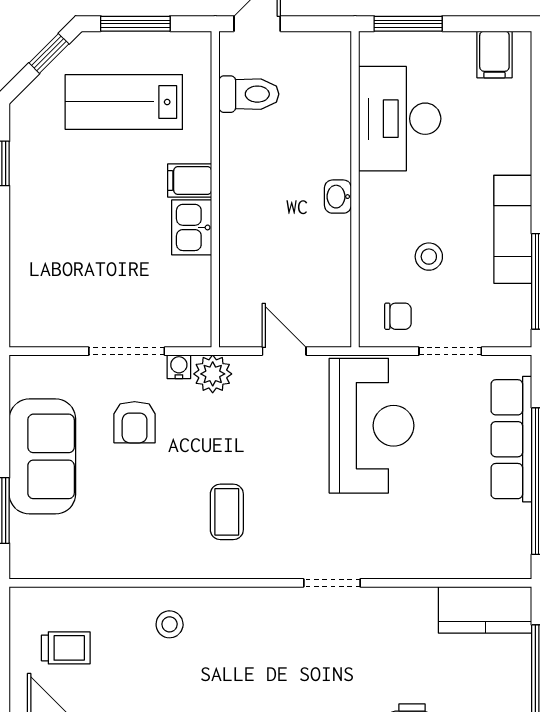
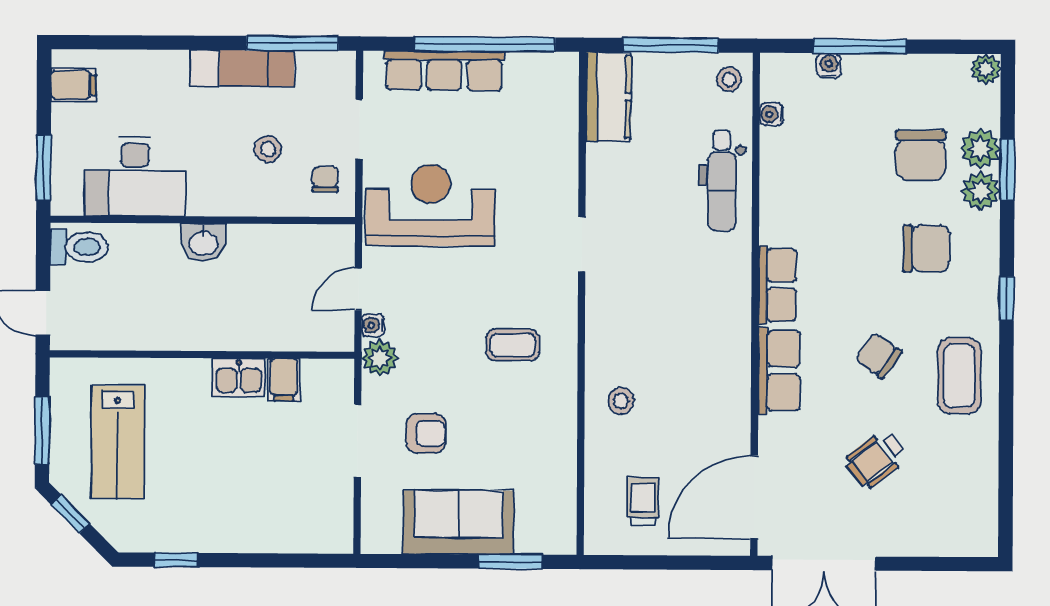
toilet: (249, 94) -> (79, 247), moved, turned 90
filing cabinet: (190, 180) -> (284, 380), moved
washbasin: (338, 197) -> (204, 242), width x1.38, depth x1.45
water cooler: (179, 367) -> (373, 325), moved

